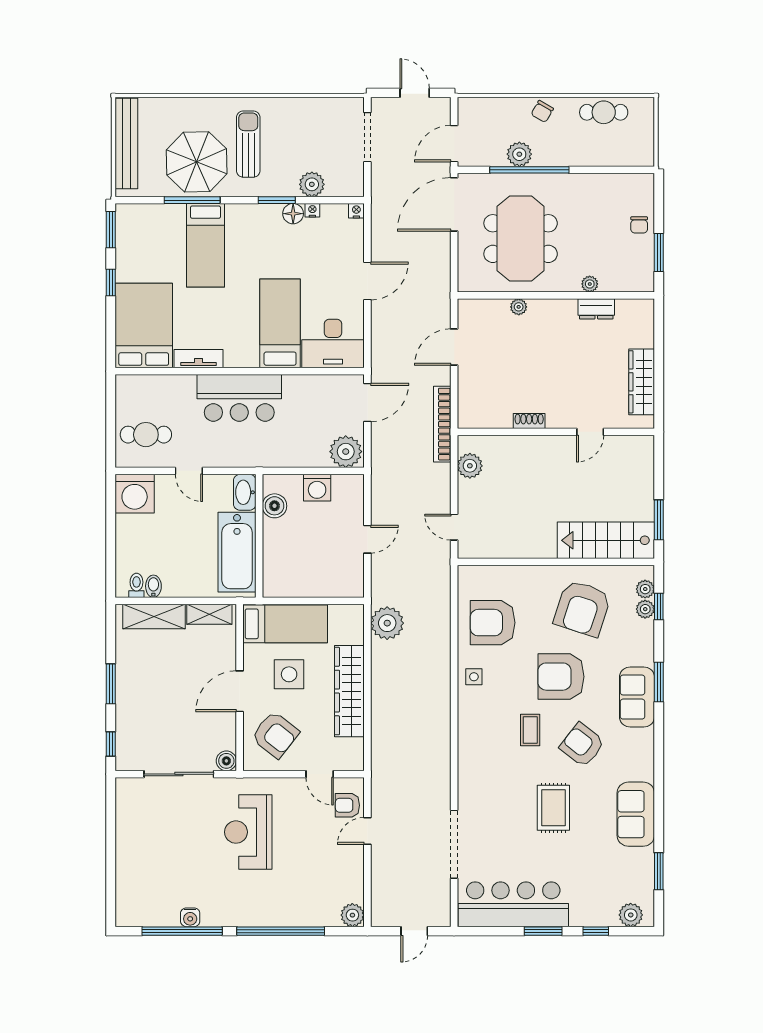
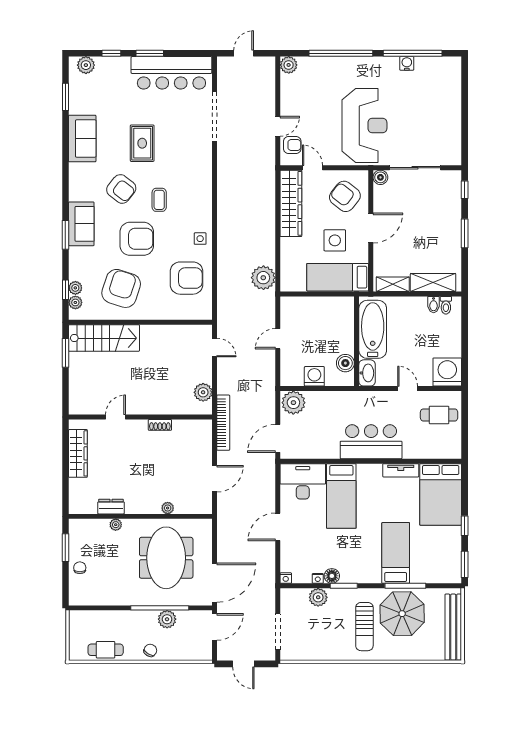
wardrobe: (349, 691) -> (291, 203), moved
reception desk: (248, 832) -> (364, 126), width x1.36, depth x1.30

